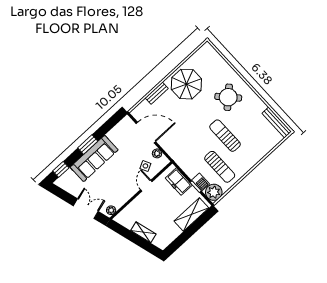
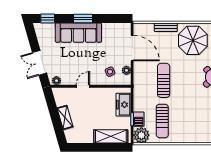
sun lounger: (225, 136) -> (164, 80), moved
door: (146, 186) -> (83, 86), moved
double door: (86, 209) -> (40, 63), swing flipped

